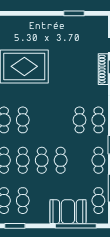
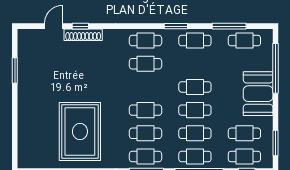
cafe table: (42, 120) -> (146, 110), added
booth: (68, 212) -> (258, 94), moved

